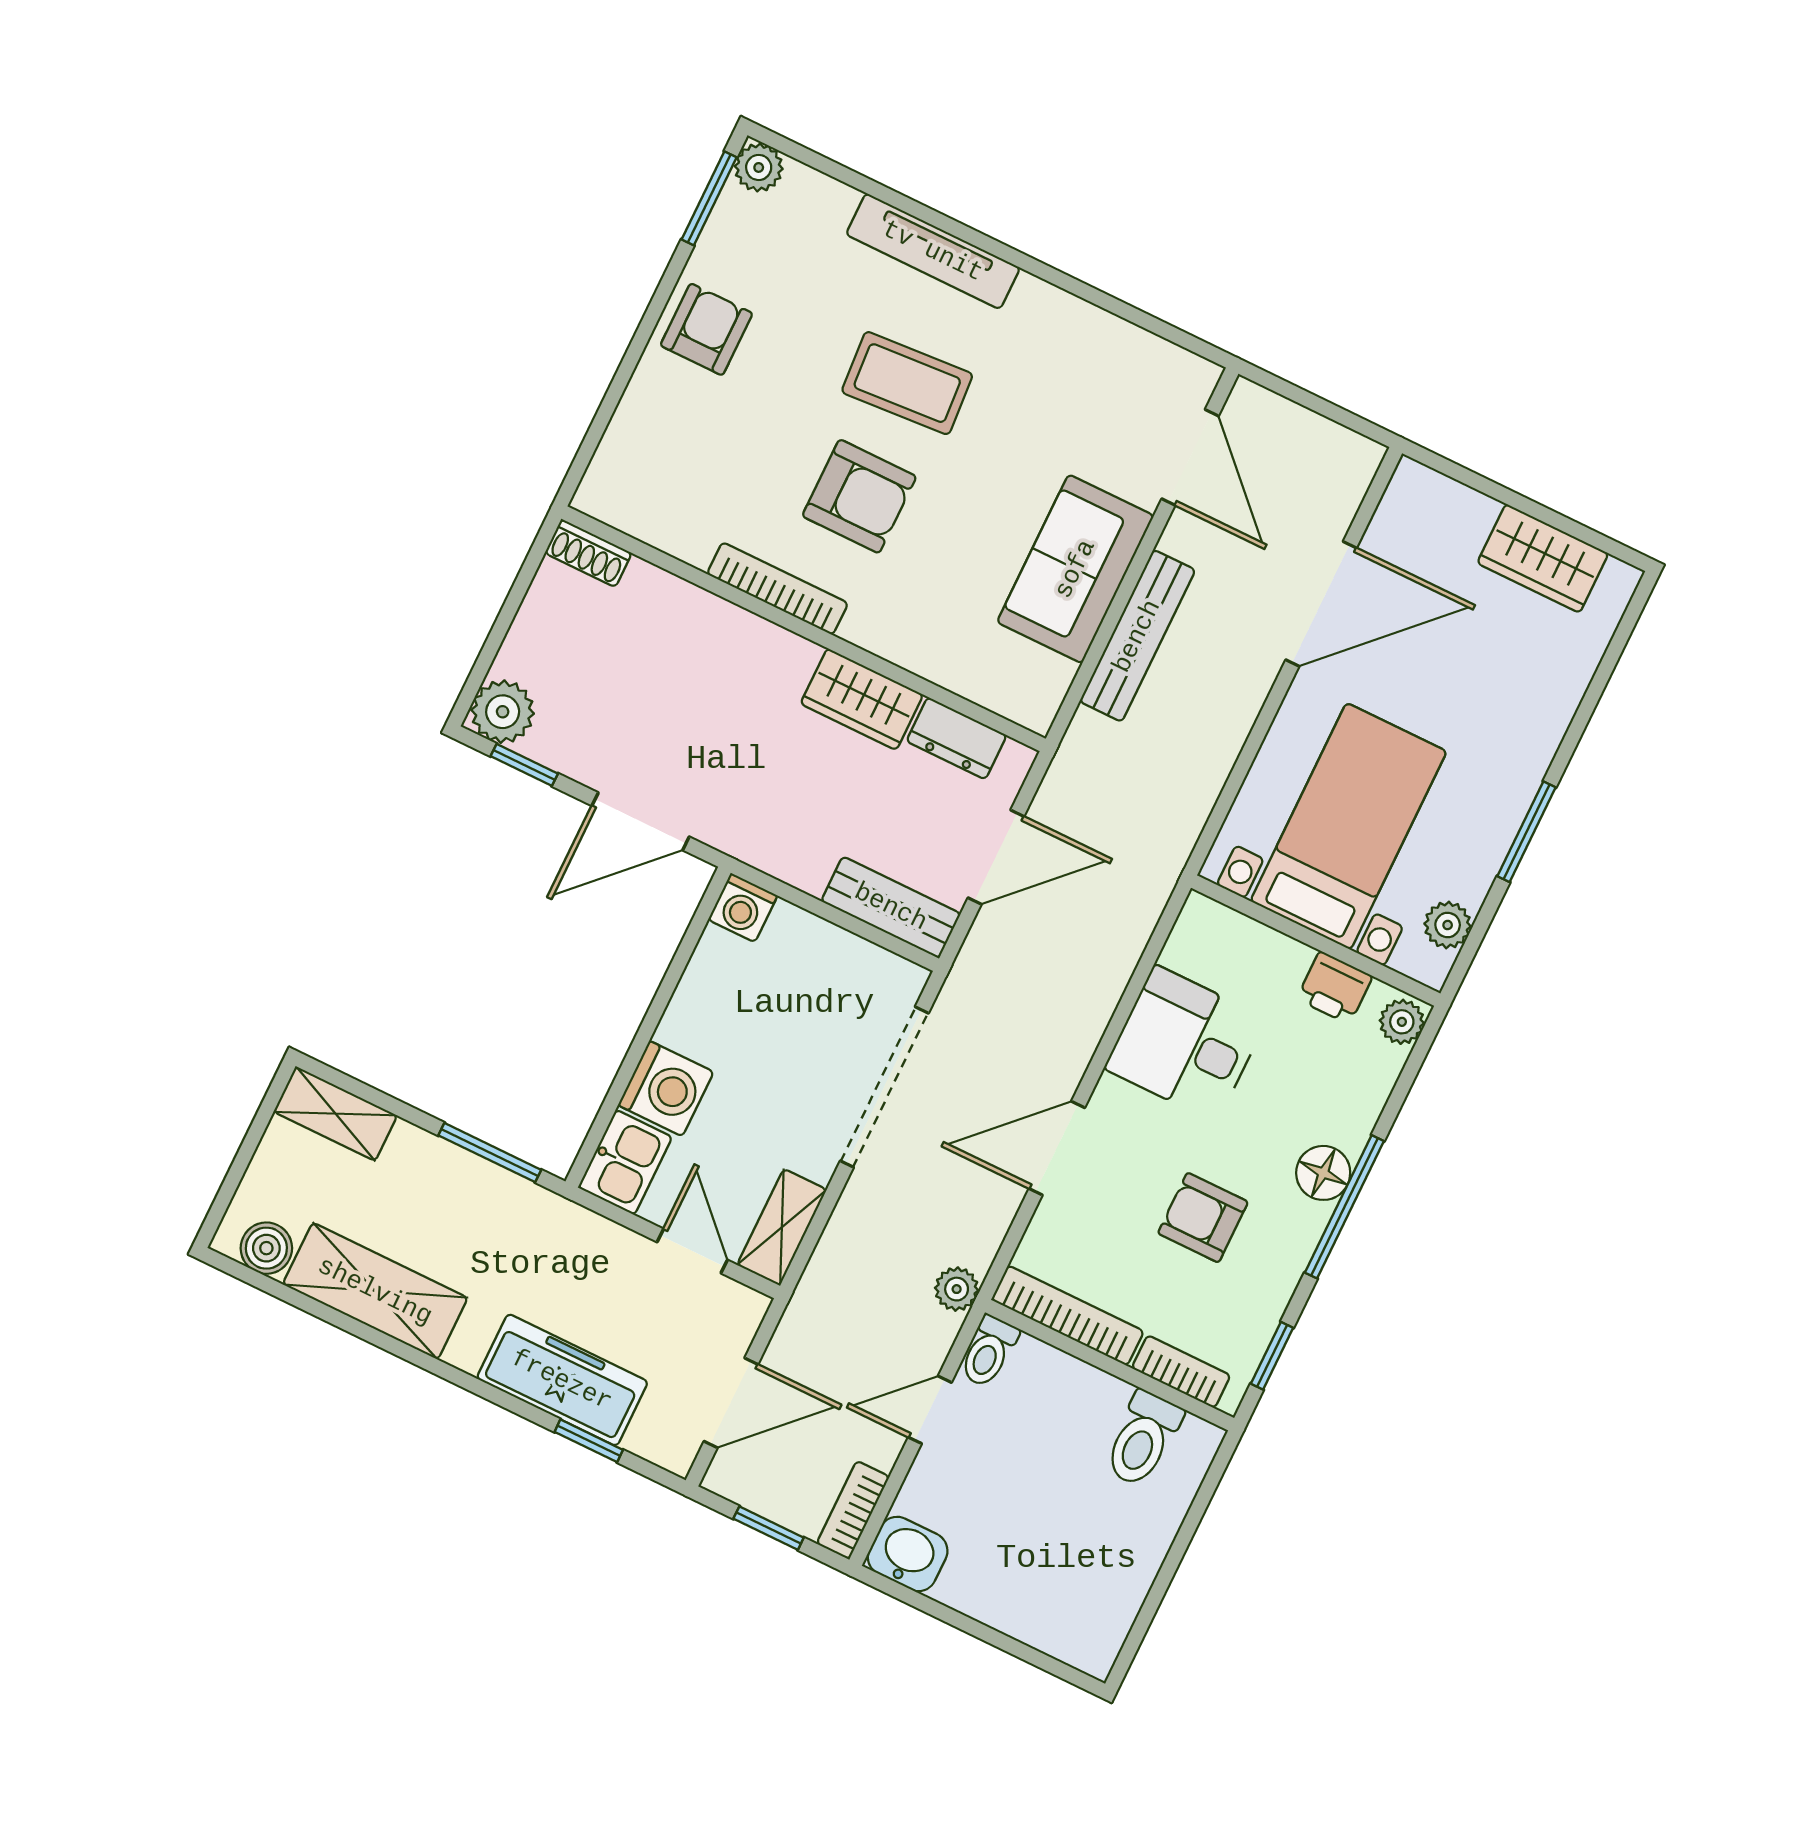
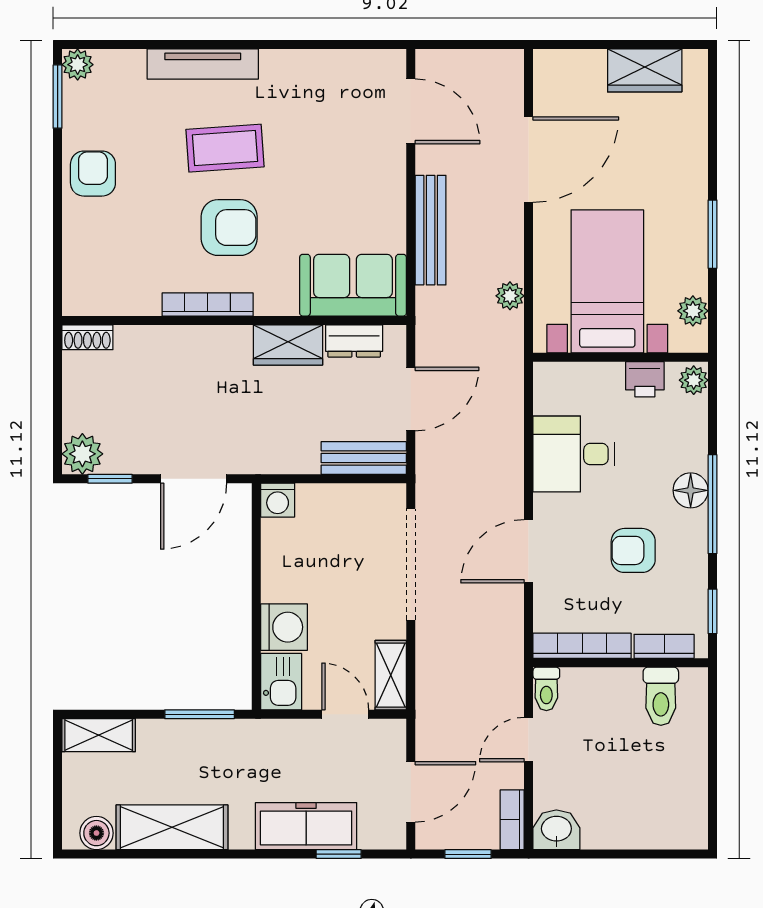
sofa: (1075, 569) -> (353, 285), moved, turned 90
plant: (957, 1289) -> (510, 296), moved

